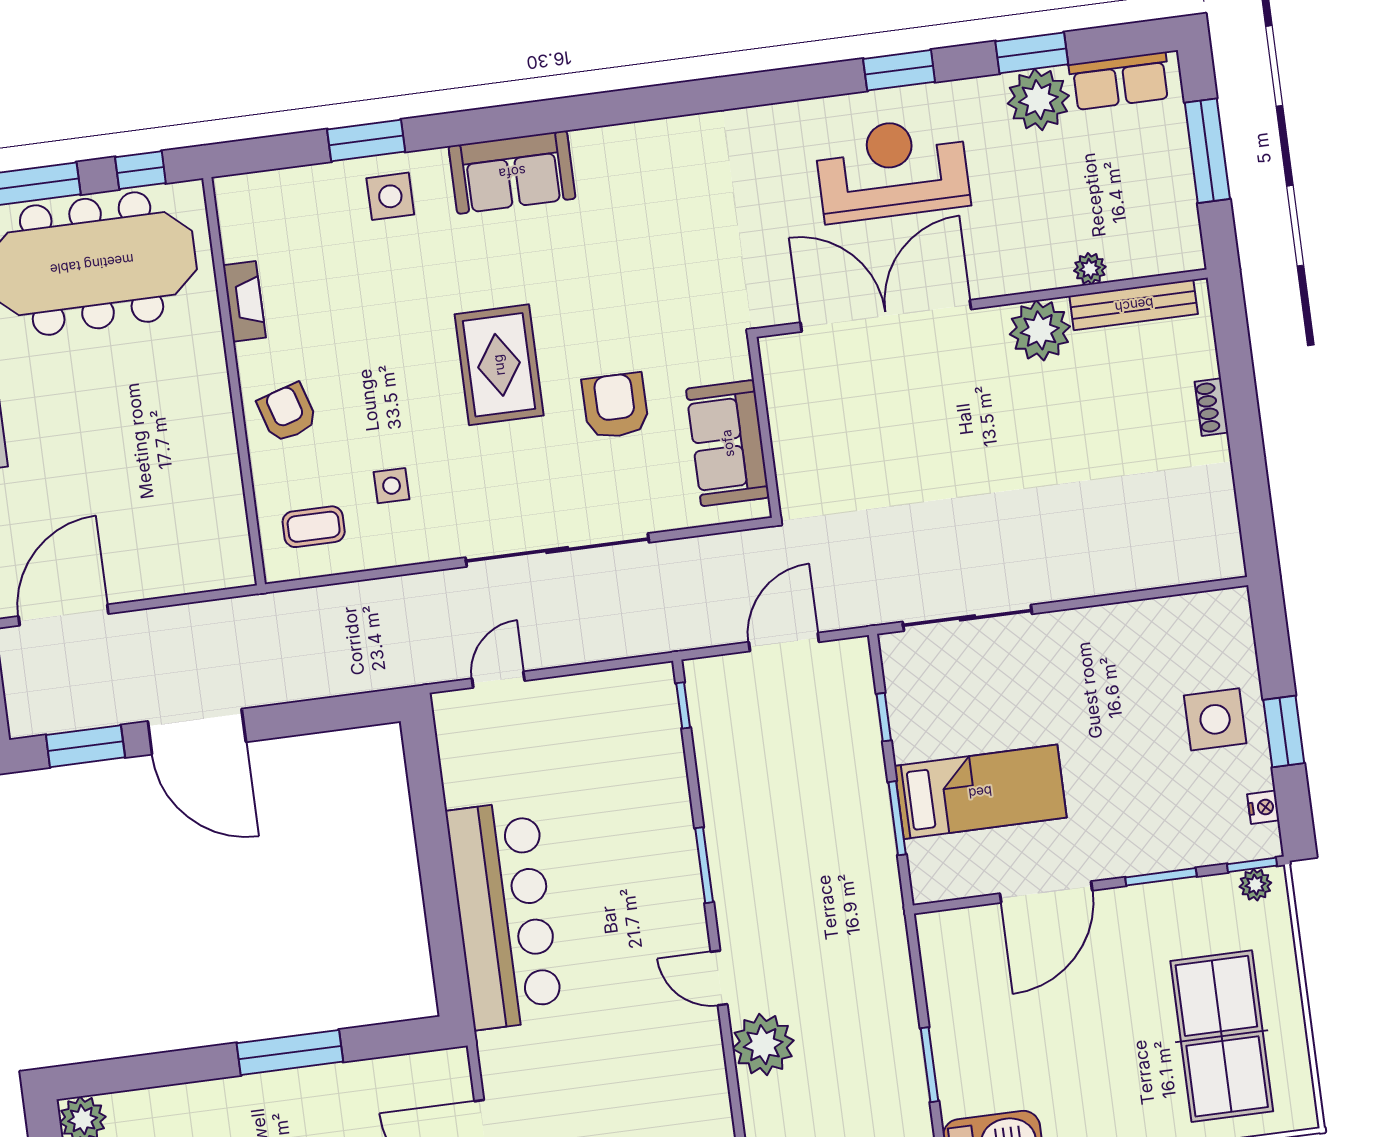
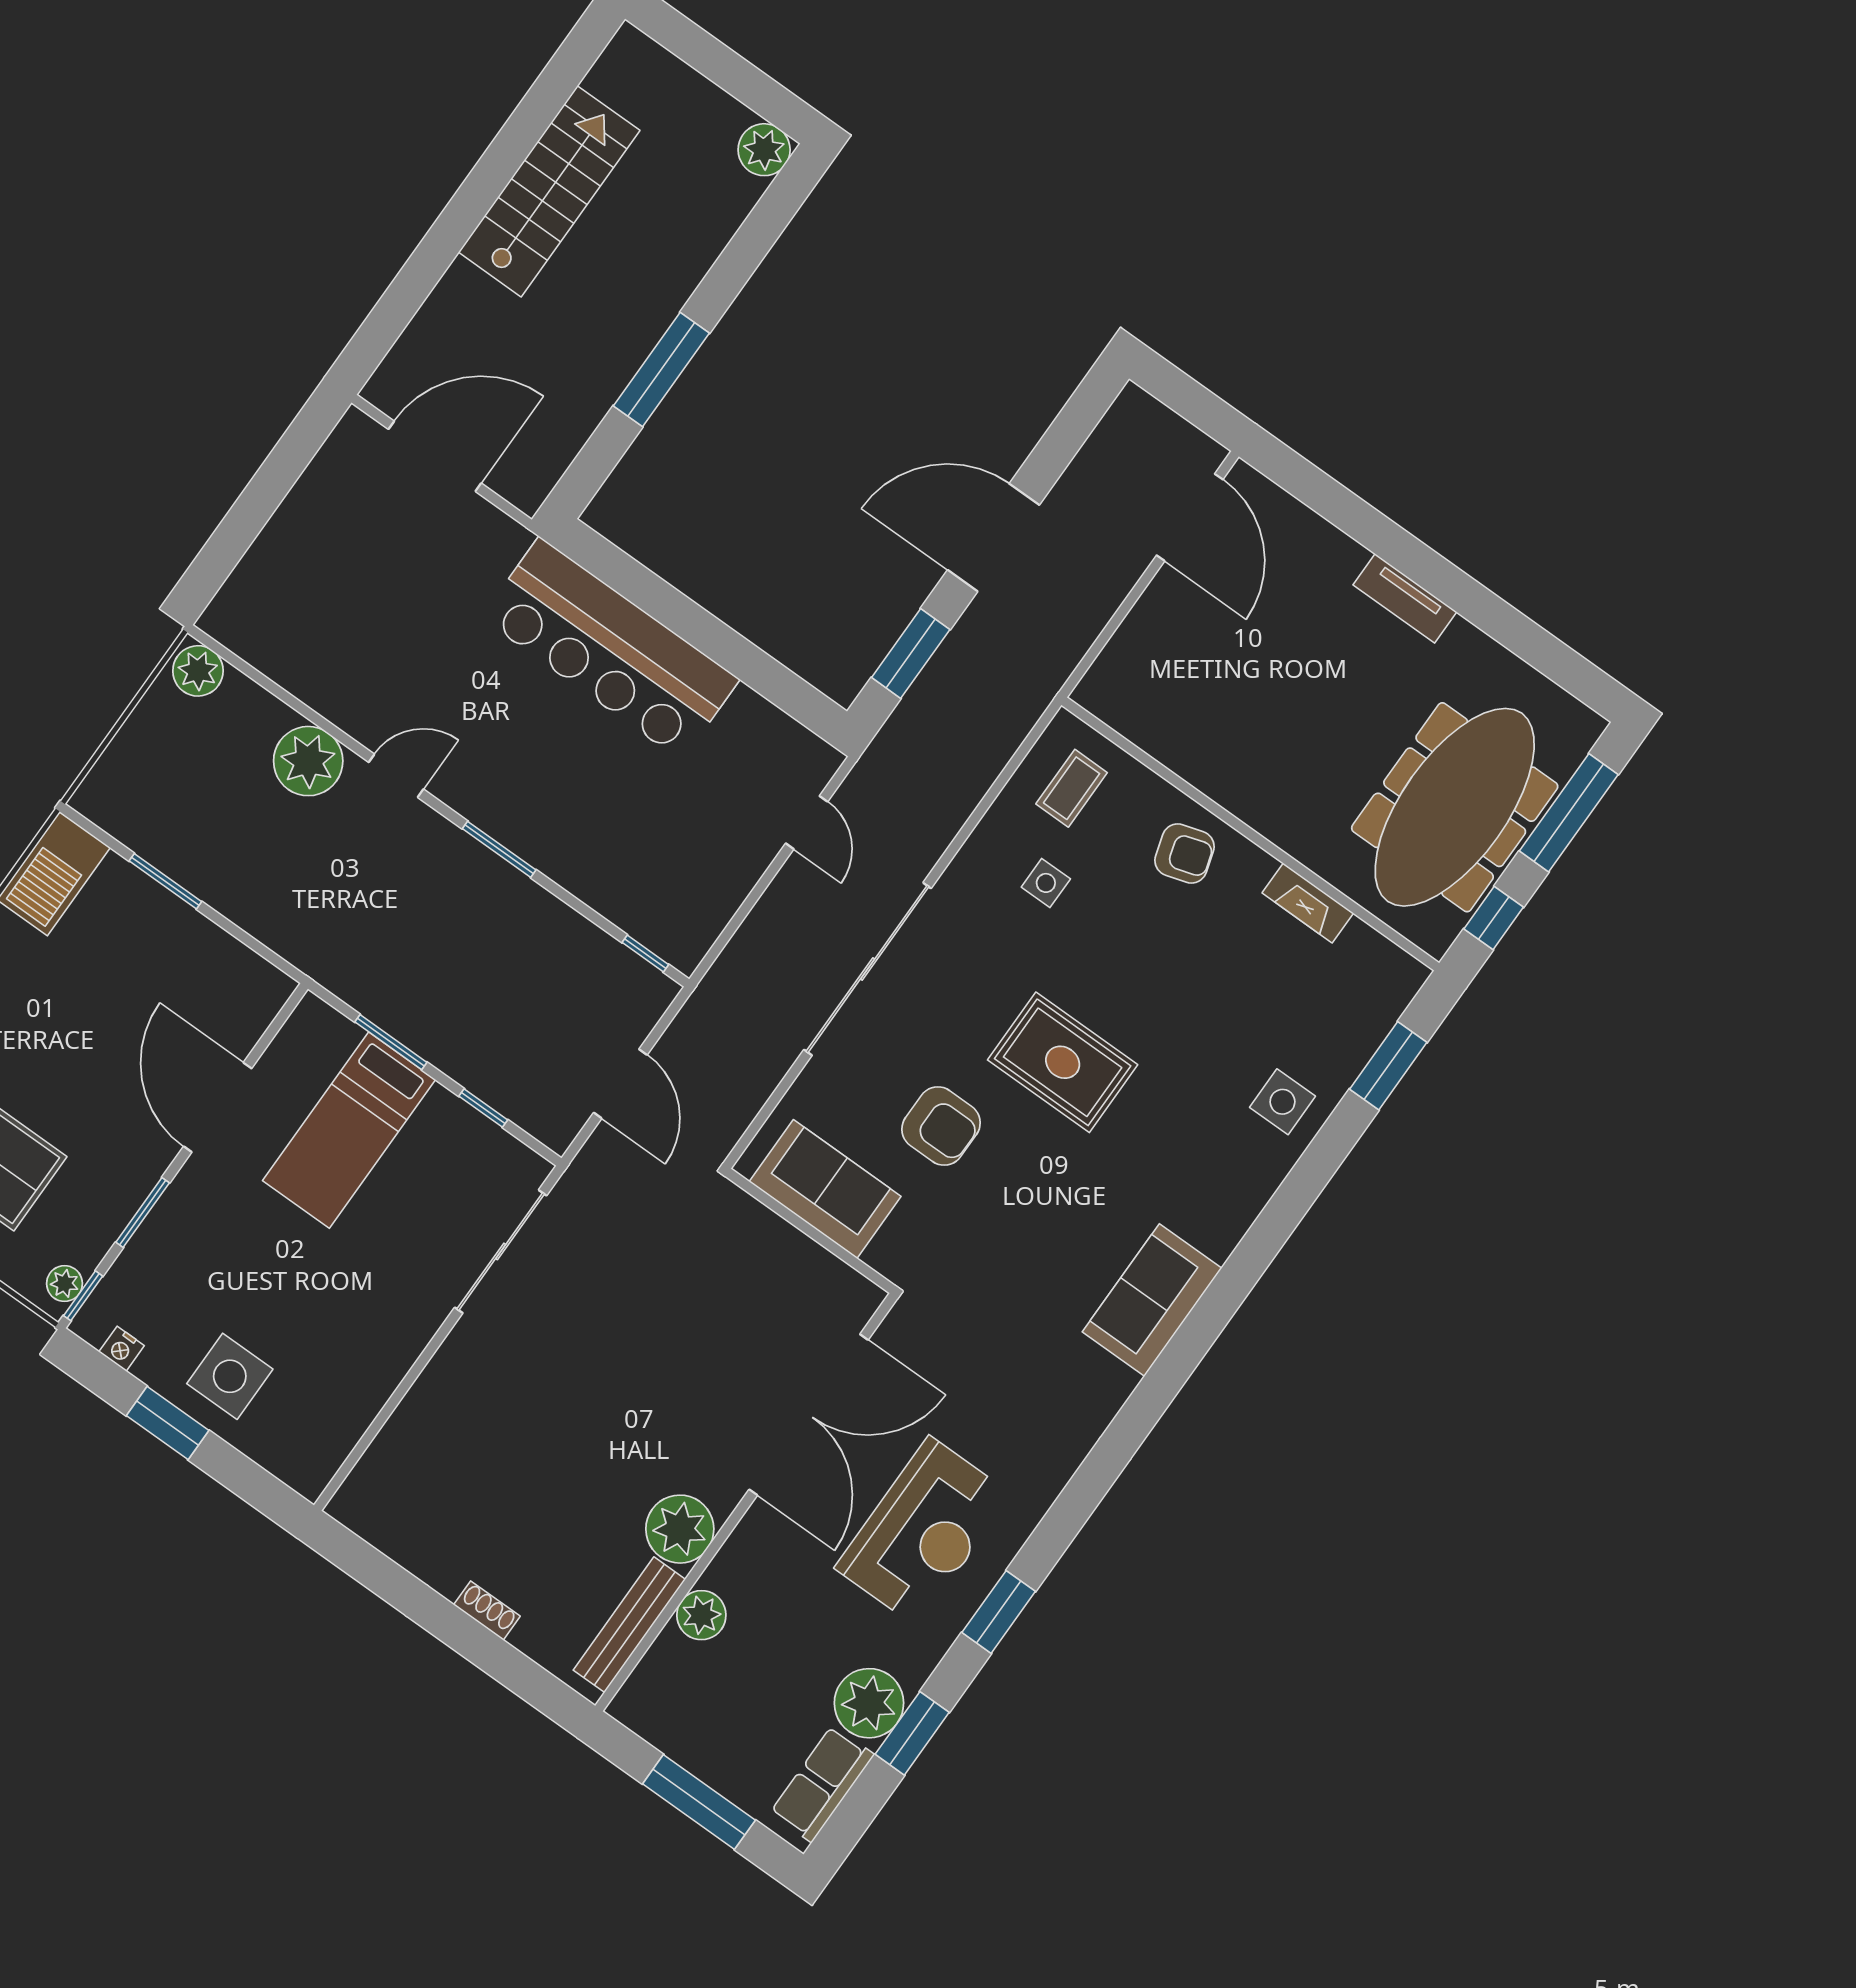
window: (366, 140) -> (1388, 1066), moved
sofa: (512, 172) -> (1152, 1300), moved
plant: (1090, 269) -> (701, 1615), width x1.38, depth x1.38
window: (85, 746) -> (911, 654), moved

